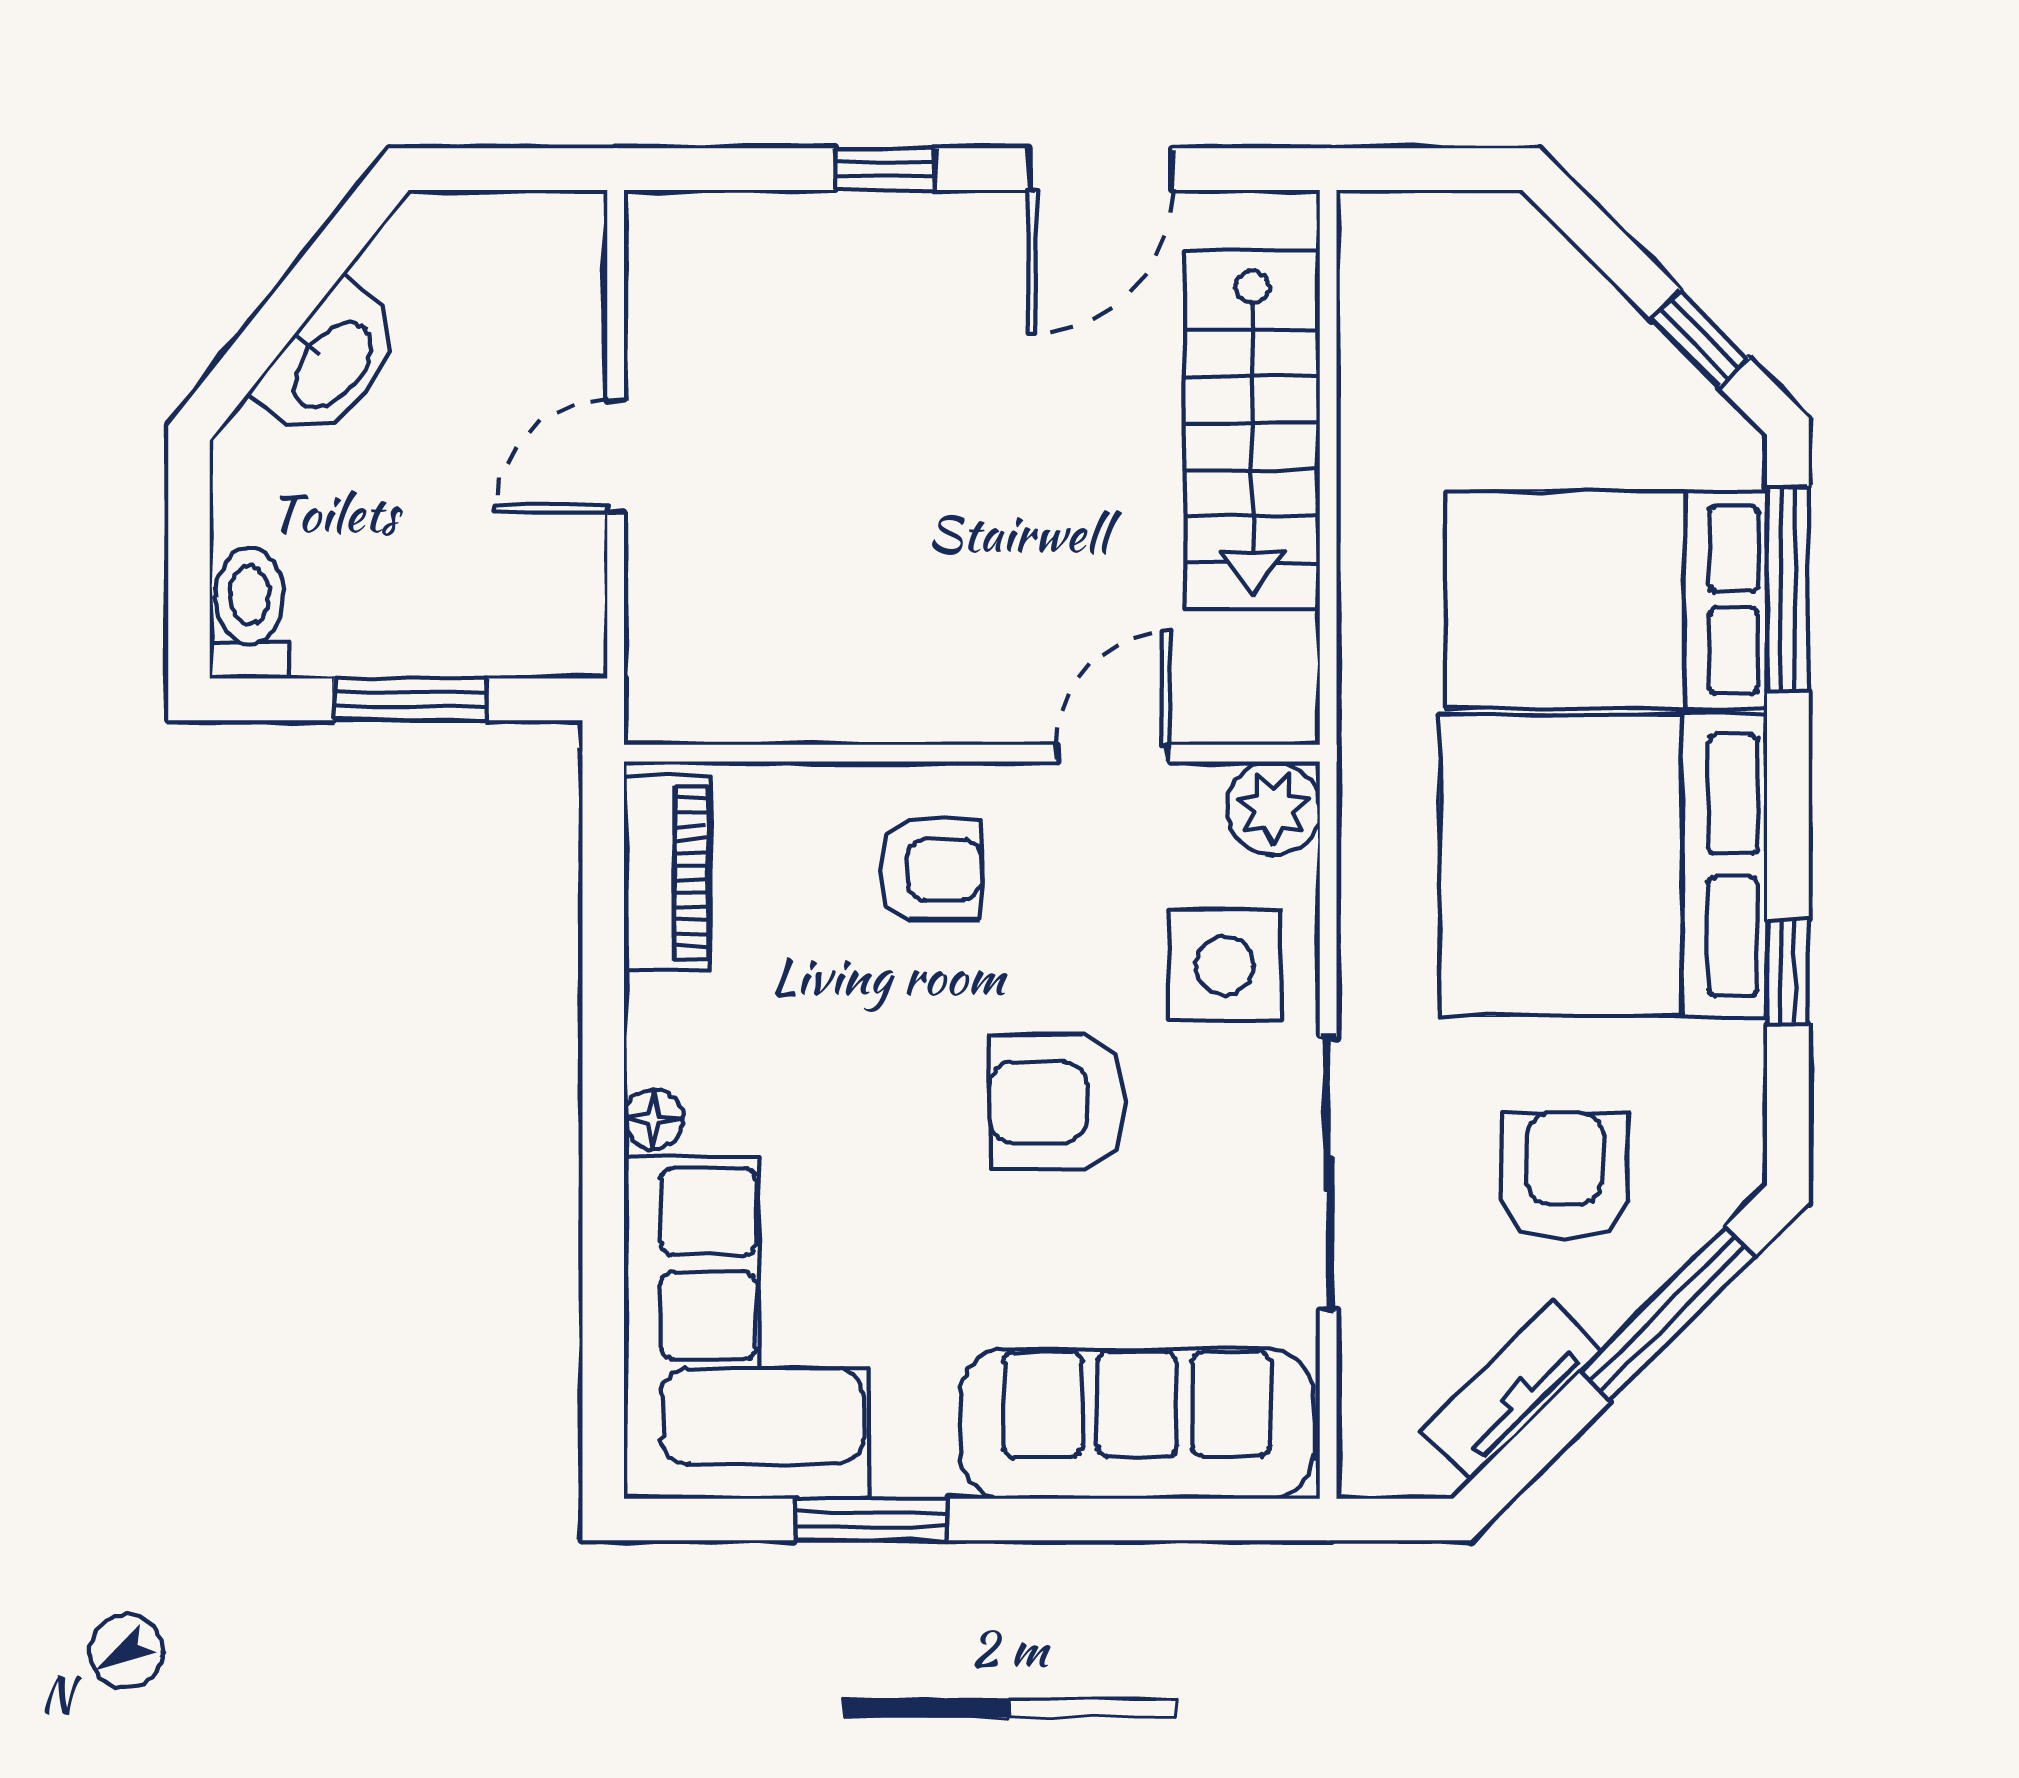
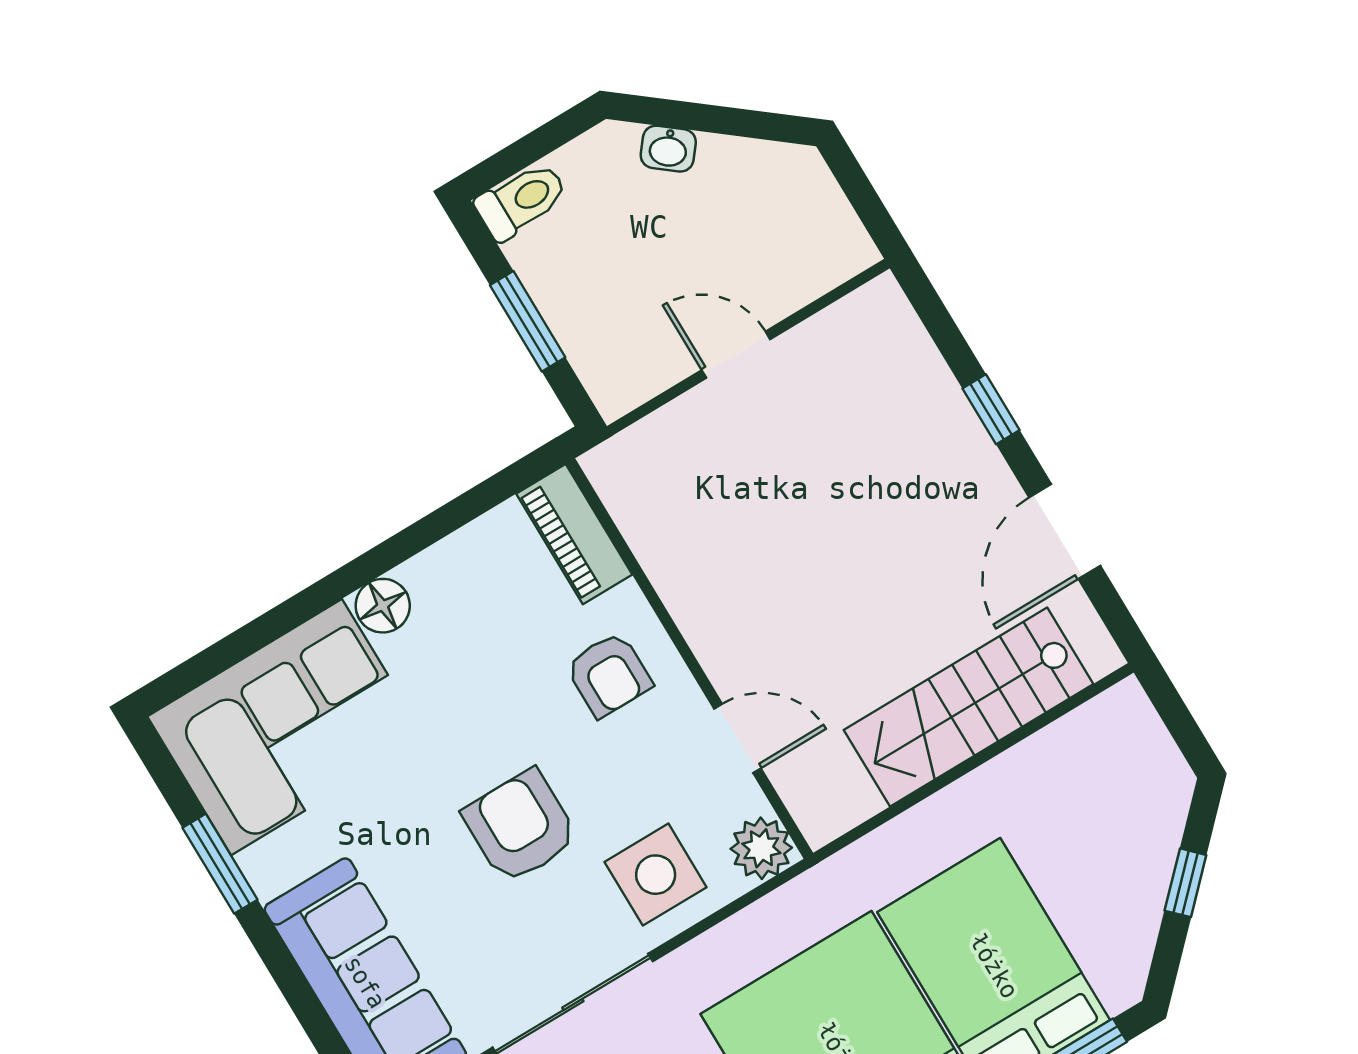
door: (1100, 169) -> (1065, 532), hinge flipped
window: (1700, 339) -> (1185, 883), moved
washbasin: (331, 363) -> (668, 149), width x0.52, depth x0.69
piano: (668, 873) -> (574, 534), moved, turned 90
floor lamp: (654, 1119) -> (383, 606), width x1.37, depth x1.37

